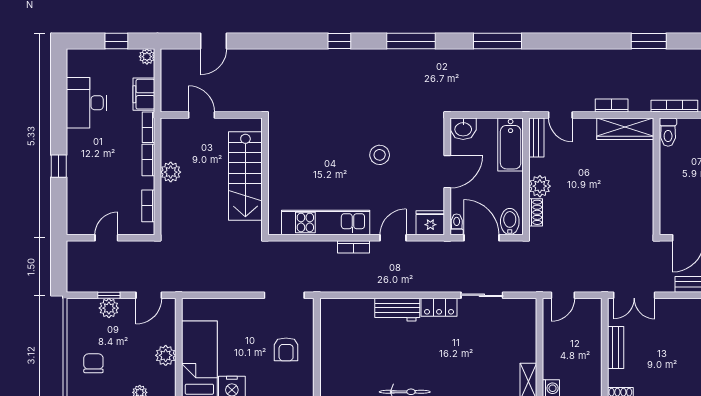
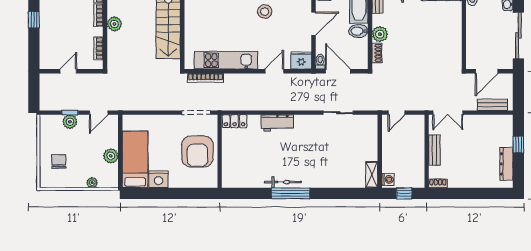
bidet: (510, 222) -> (358, 31), moved, turned -90
bookcase: (354, 247) -> (206, 78), moved, width x1.56
locker: (439, 307) -> (235, 121), moved
armchair: (286, 349) -> (197, 152), width x1.88, depth x1.88

